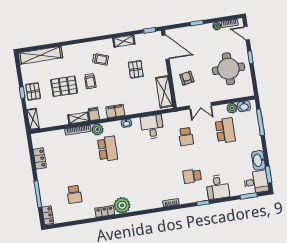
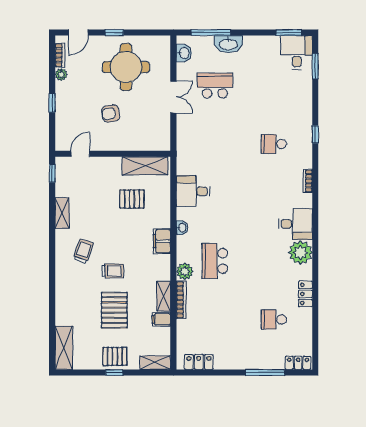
door: (166, 47) -> (80, 154), width x0.53
shelving: (40, 55) -> (64, 348), width x0.68
pallet: (136, 69) -> (132, 199), moved
armchair: (187, 78) -> (111, 114), moved
double door: (200, 106) -> (173, 97), moved
plant: (232, 108) -> (184, 71), removed
filing cabinet: (94, 114) -> (161, 319), moved
school desk: (186, 137) -> (215, 144), removed
school desk: (107, 149) -> (215, 261), turned -90
locker: (40, 158) -> (199, 362), moved
washbasin: (258, 160) -> (228, 44), moved
school desk: (192, 176) -> (274, 144), turned 90
desk: (218, 187) -> (295, 224), moved
school desk: (74, 194) -> (274, 319), turned 180
locker: (105, 211) -> (305, 294), moved

